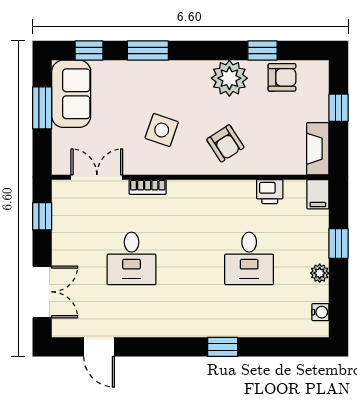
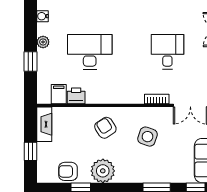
filing cabinet: (318, 194) -> (59, 94), moved
desk: (249, 258) -> (90, 52), width x1.37

